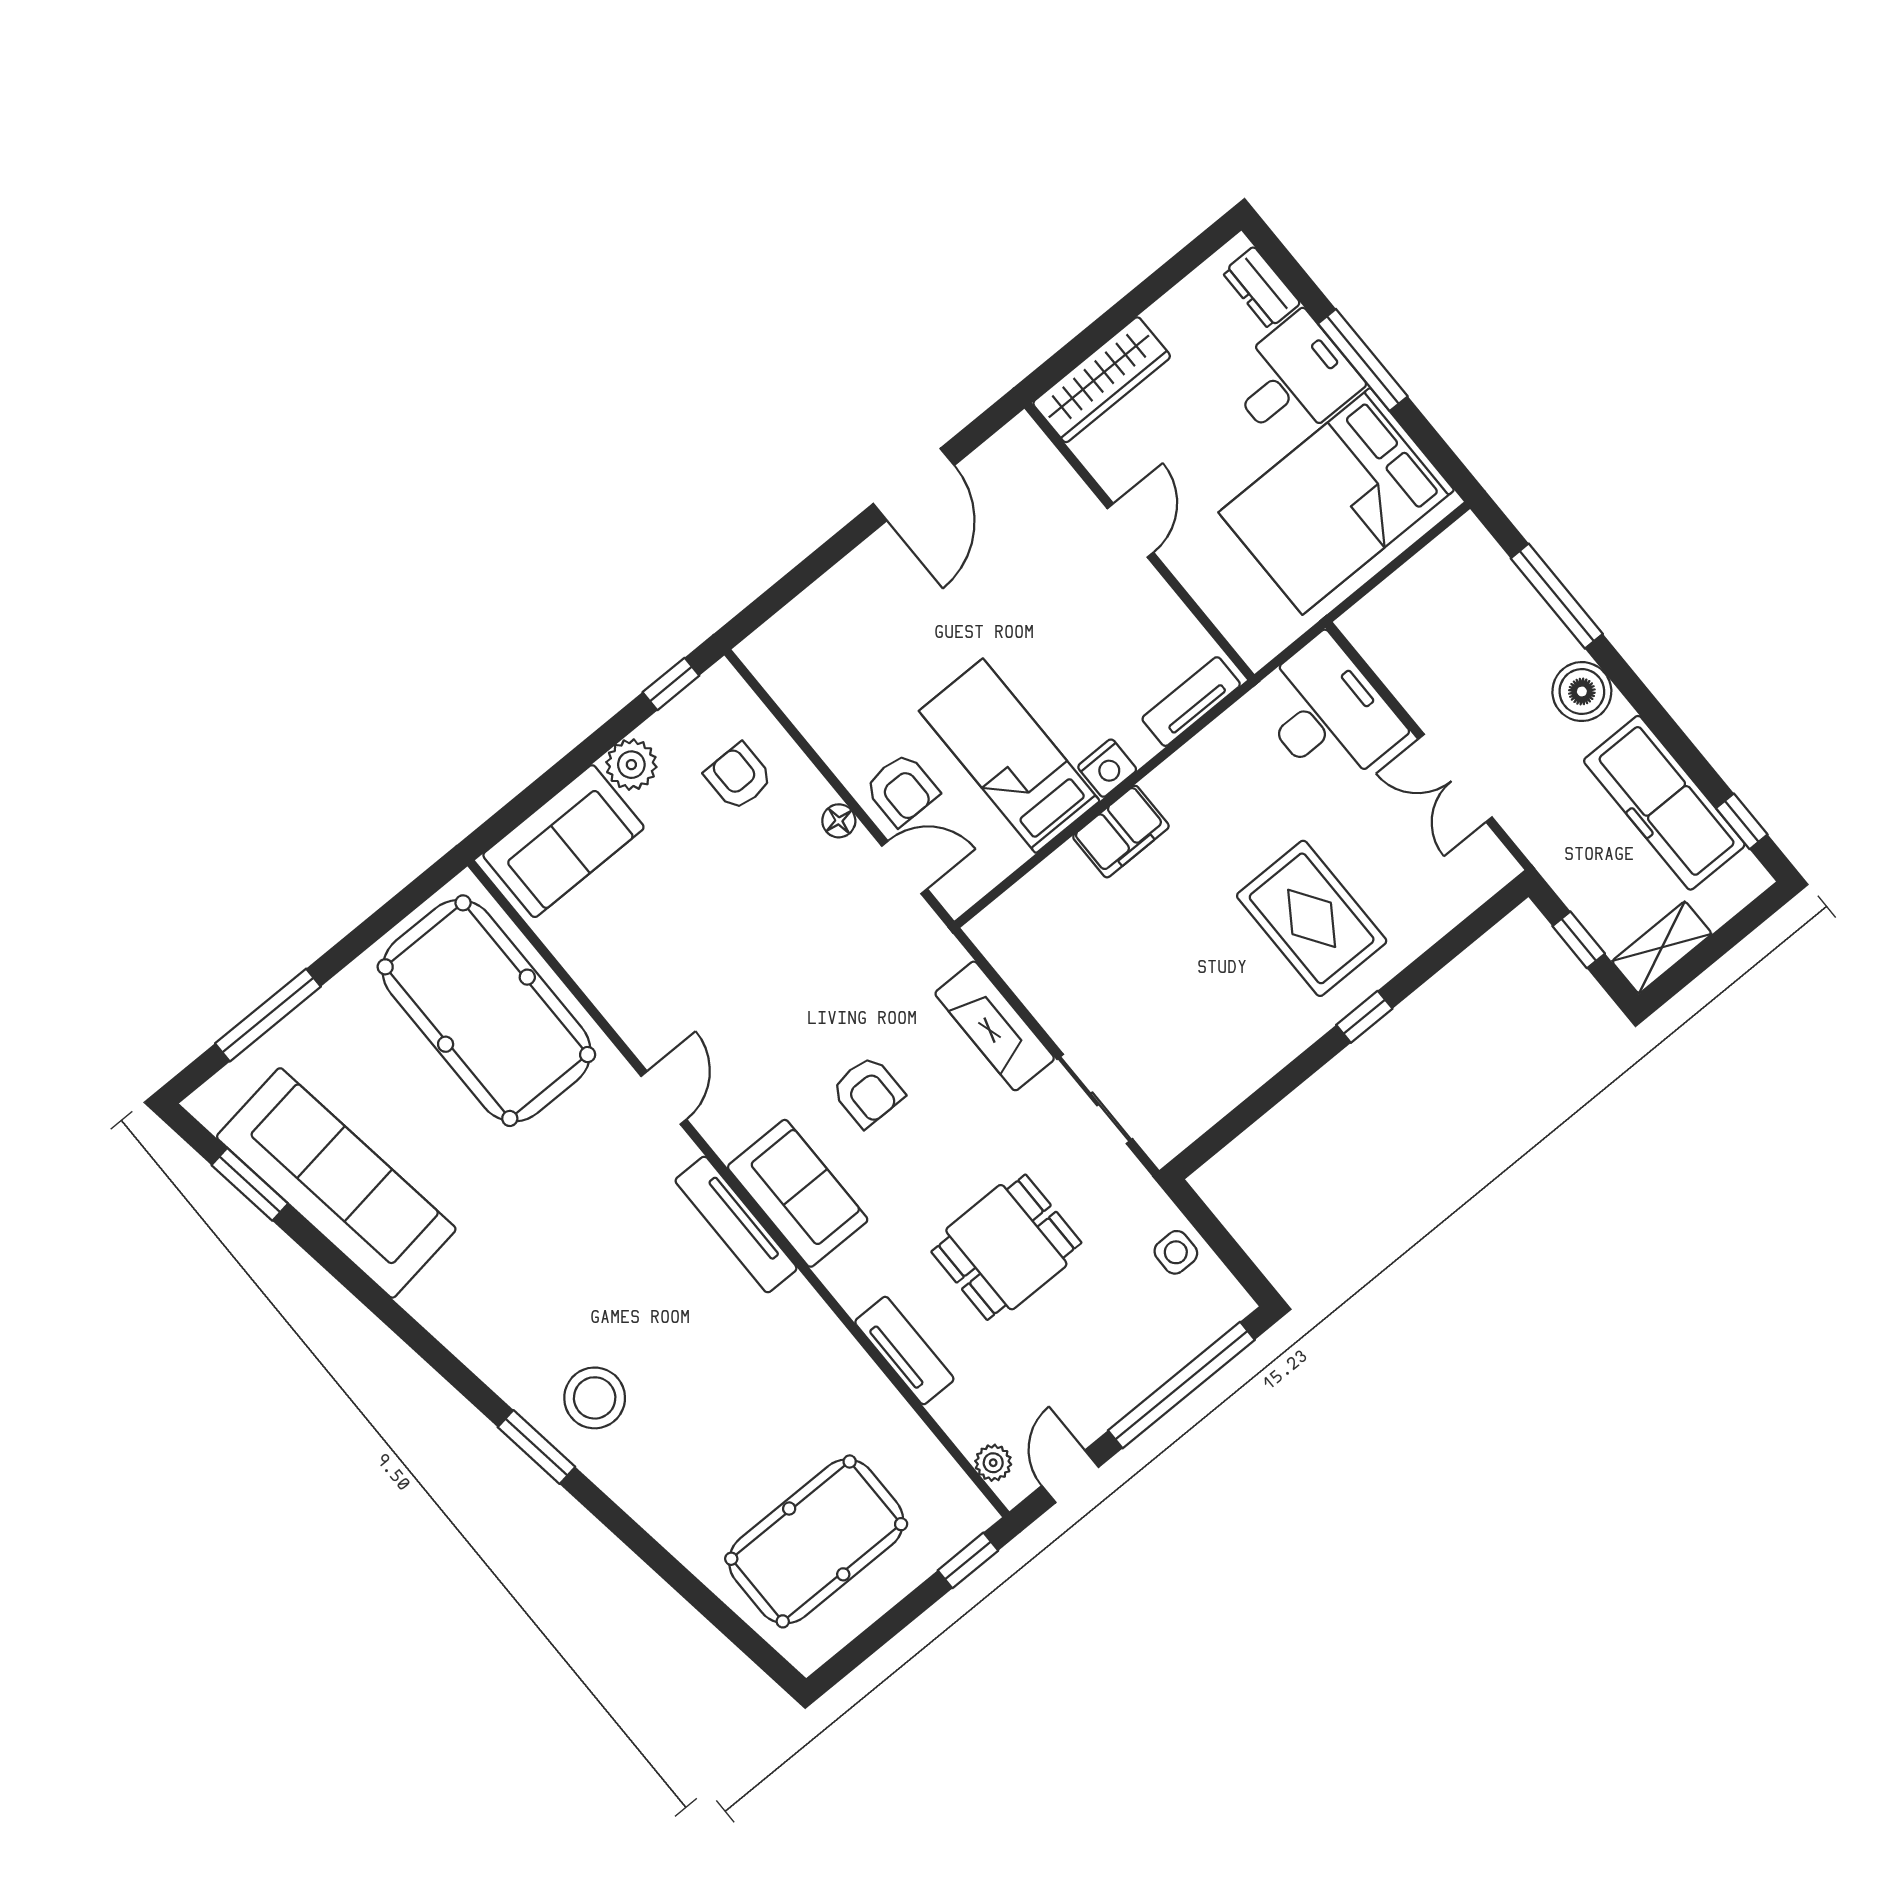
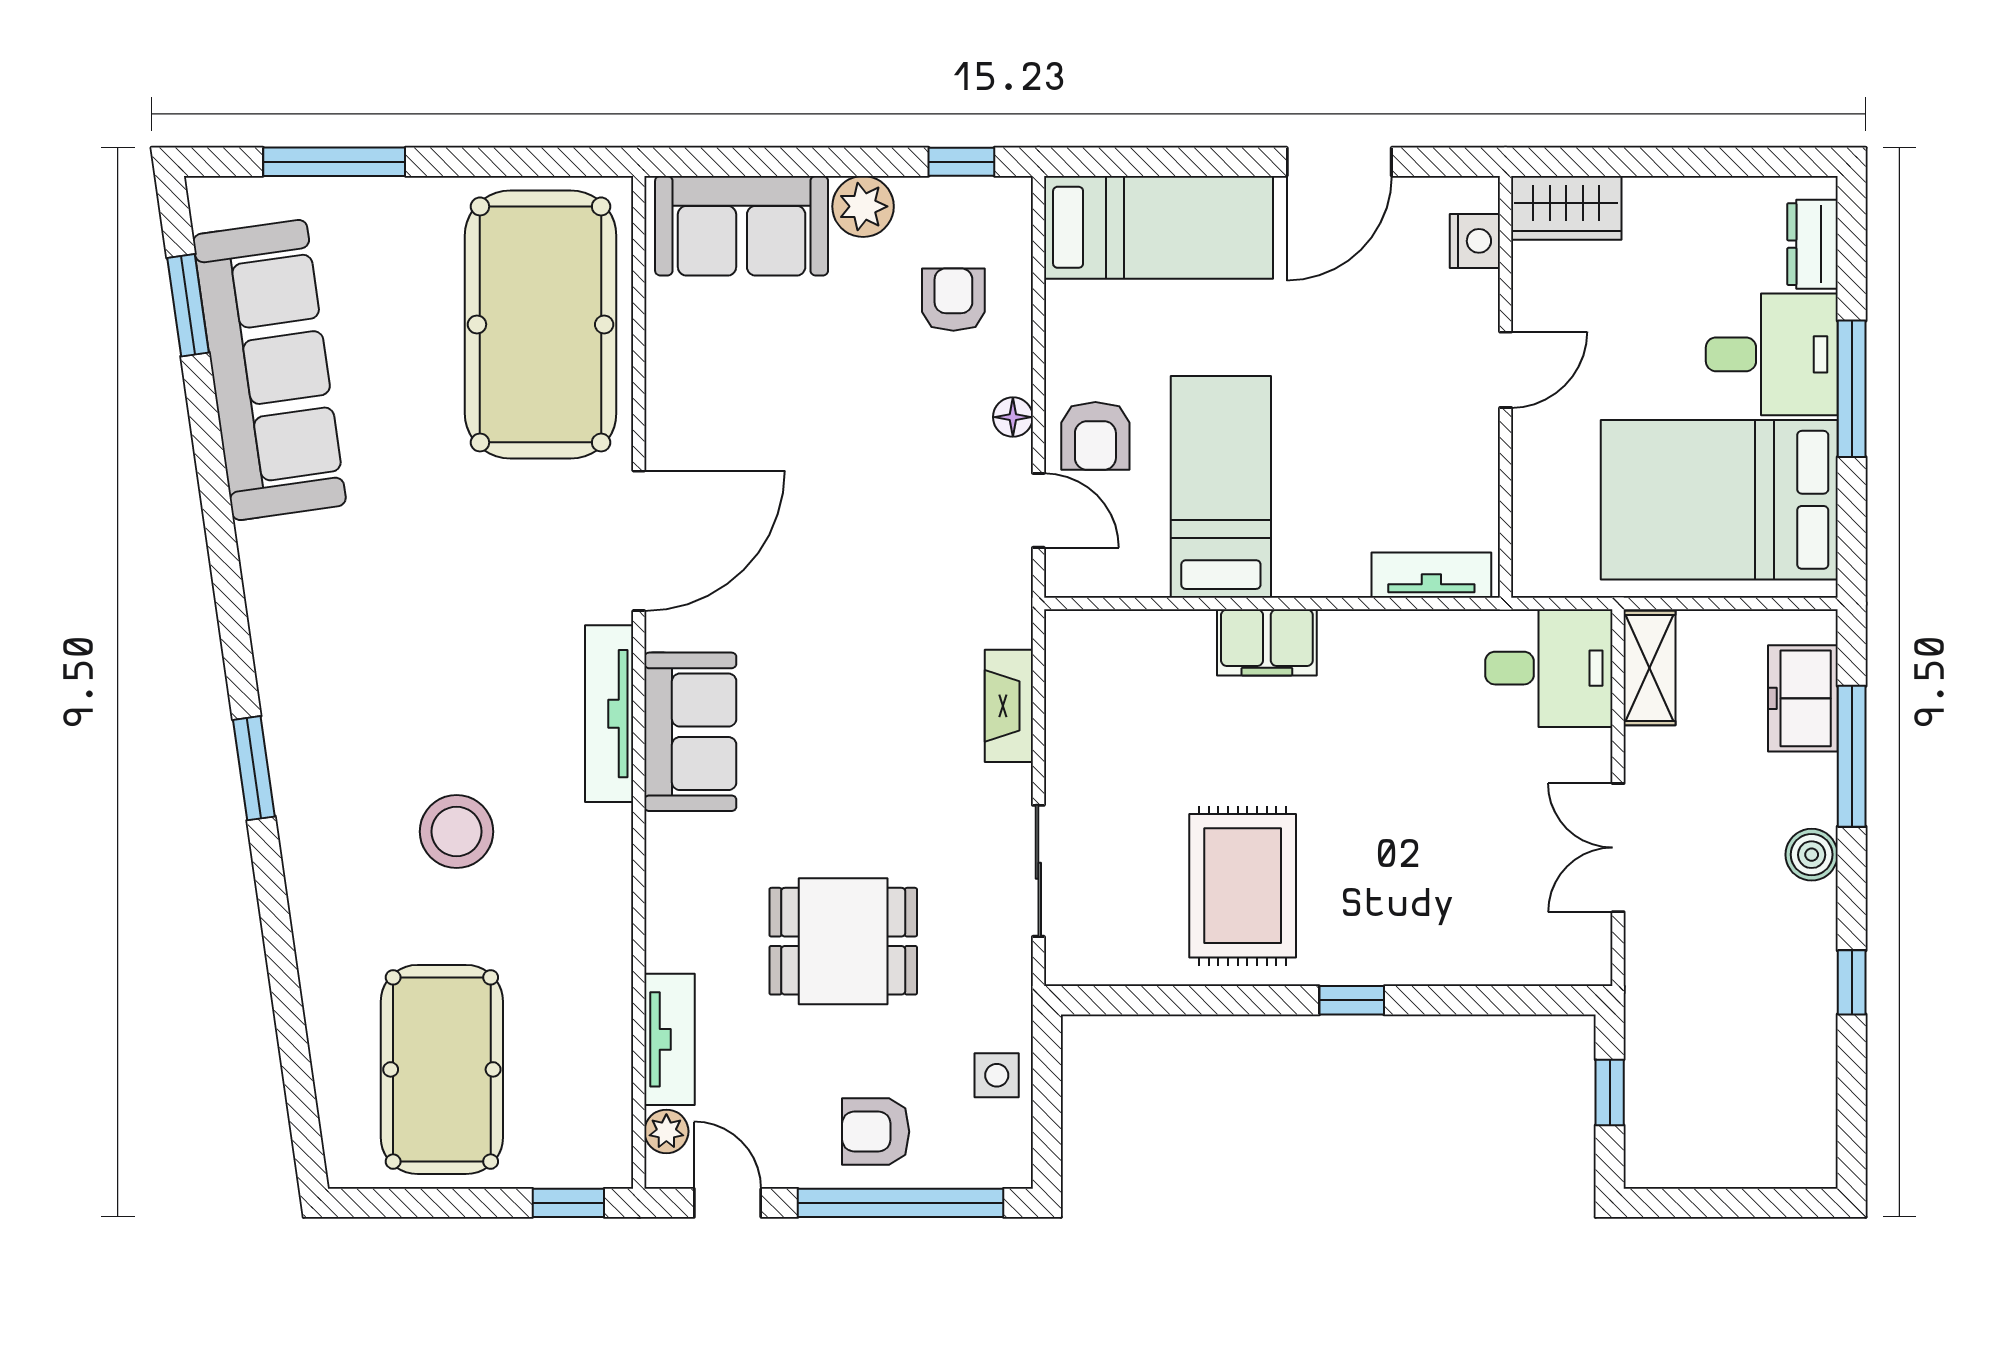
wardrobe: (1102, 380) -> (1566, 208), width x0.67
bed: (832, 622) -> (1158, 227), added
boiler: (1582, 692) -> (1812, 855), width x0.73, depth x0.73
desk: (1327, 713) -> (1549, 668), width x0.73
nightstand: (1107, 768) -> (1475, 241), moved, turned -90
freezer: (1664, 803) -> (1803, 698), moved, width x0.52, depth x0.79
window: (1742, 821) -> (1852, 982), moved
rug: (1312, 918) -> (1243, 886), moved
shelving: (1662, 947) -> (1650, 668), moved, turned 90
fireplace: (995, 1026) -> (1009, 706), width x0.73, depth x0.76
armchair: (868, 1092) -> (876, 1132), moved, turned 90
door: (664, 1098) -> (639, 541), width x1.88
tv unit: (904, 1351) -> (670, 1039), moved
stool: (595, 1398) -> (457, 832), moved
door: (1070, 1476) -> (728, 1203), hinge flipped
pool table: (816, 1541) -> (442, 1069), turned 90

